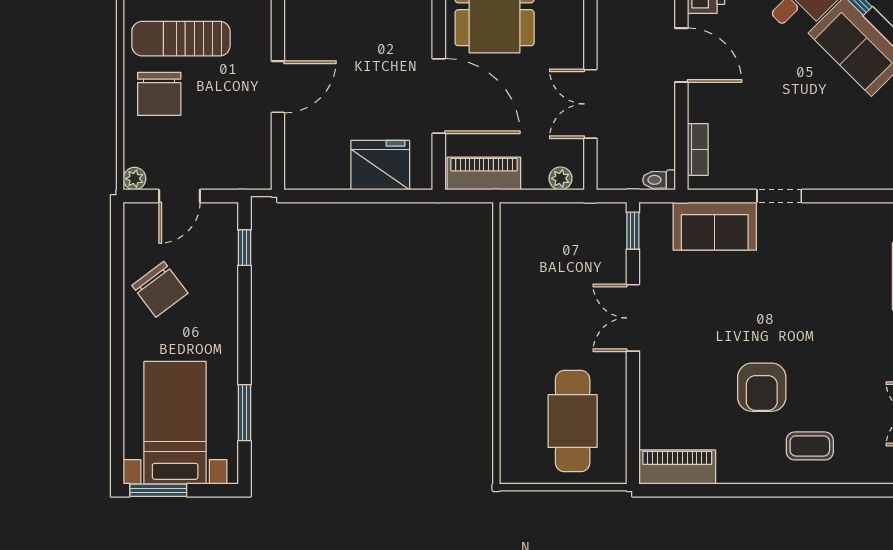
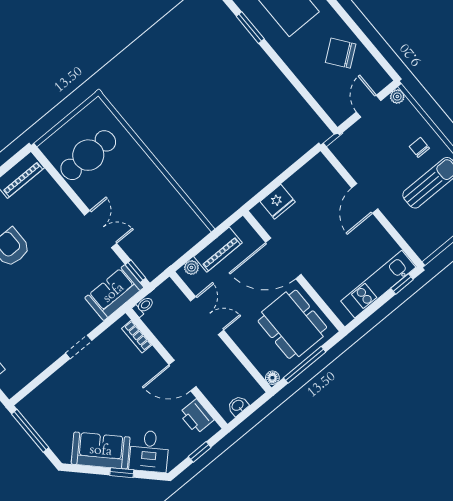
chair: (159, 94) -> (419, 147), width x0.54, depth x0.54
fridge: (380, 165) -> (278, 202), width x0.73, depth x0.75
piano: (484, 173) -> (218, 250), moved
sofa: (715, 226) -> (114, 293), moved
window: (245, 248) -> (316, 107), removed
cafe table: (573, 421) -> (88, 155), turned 90

